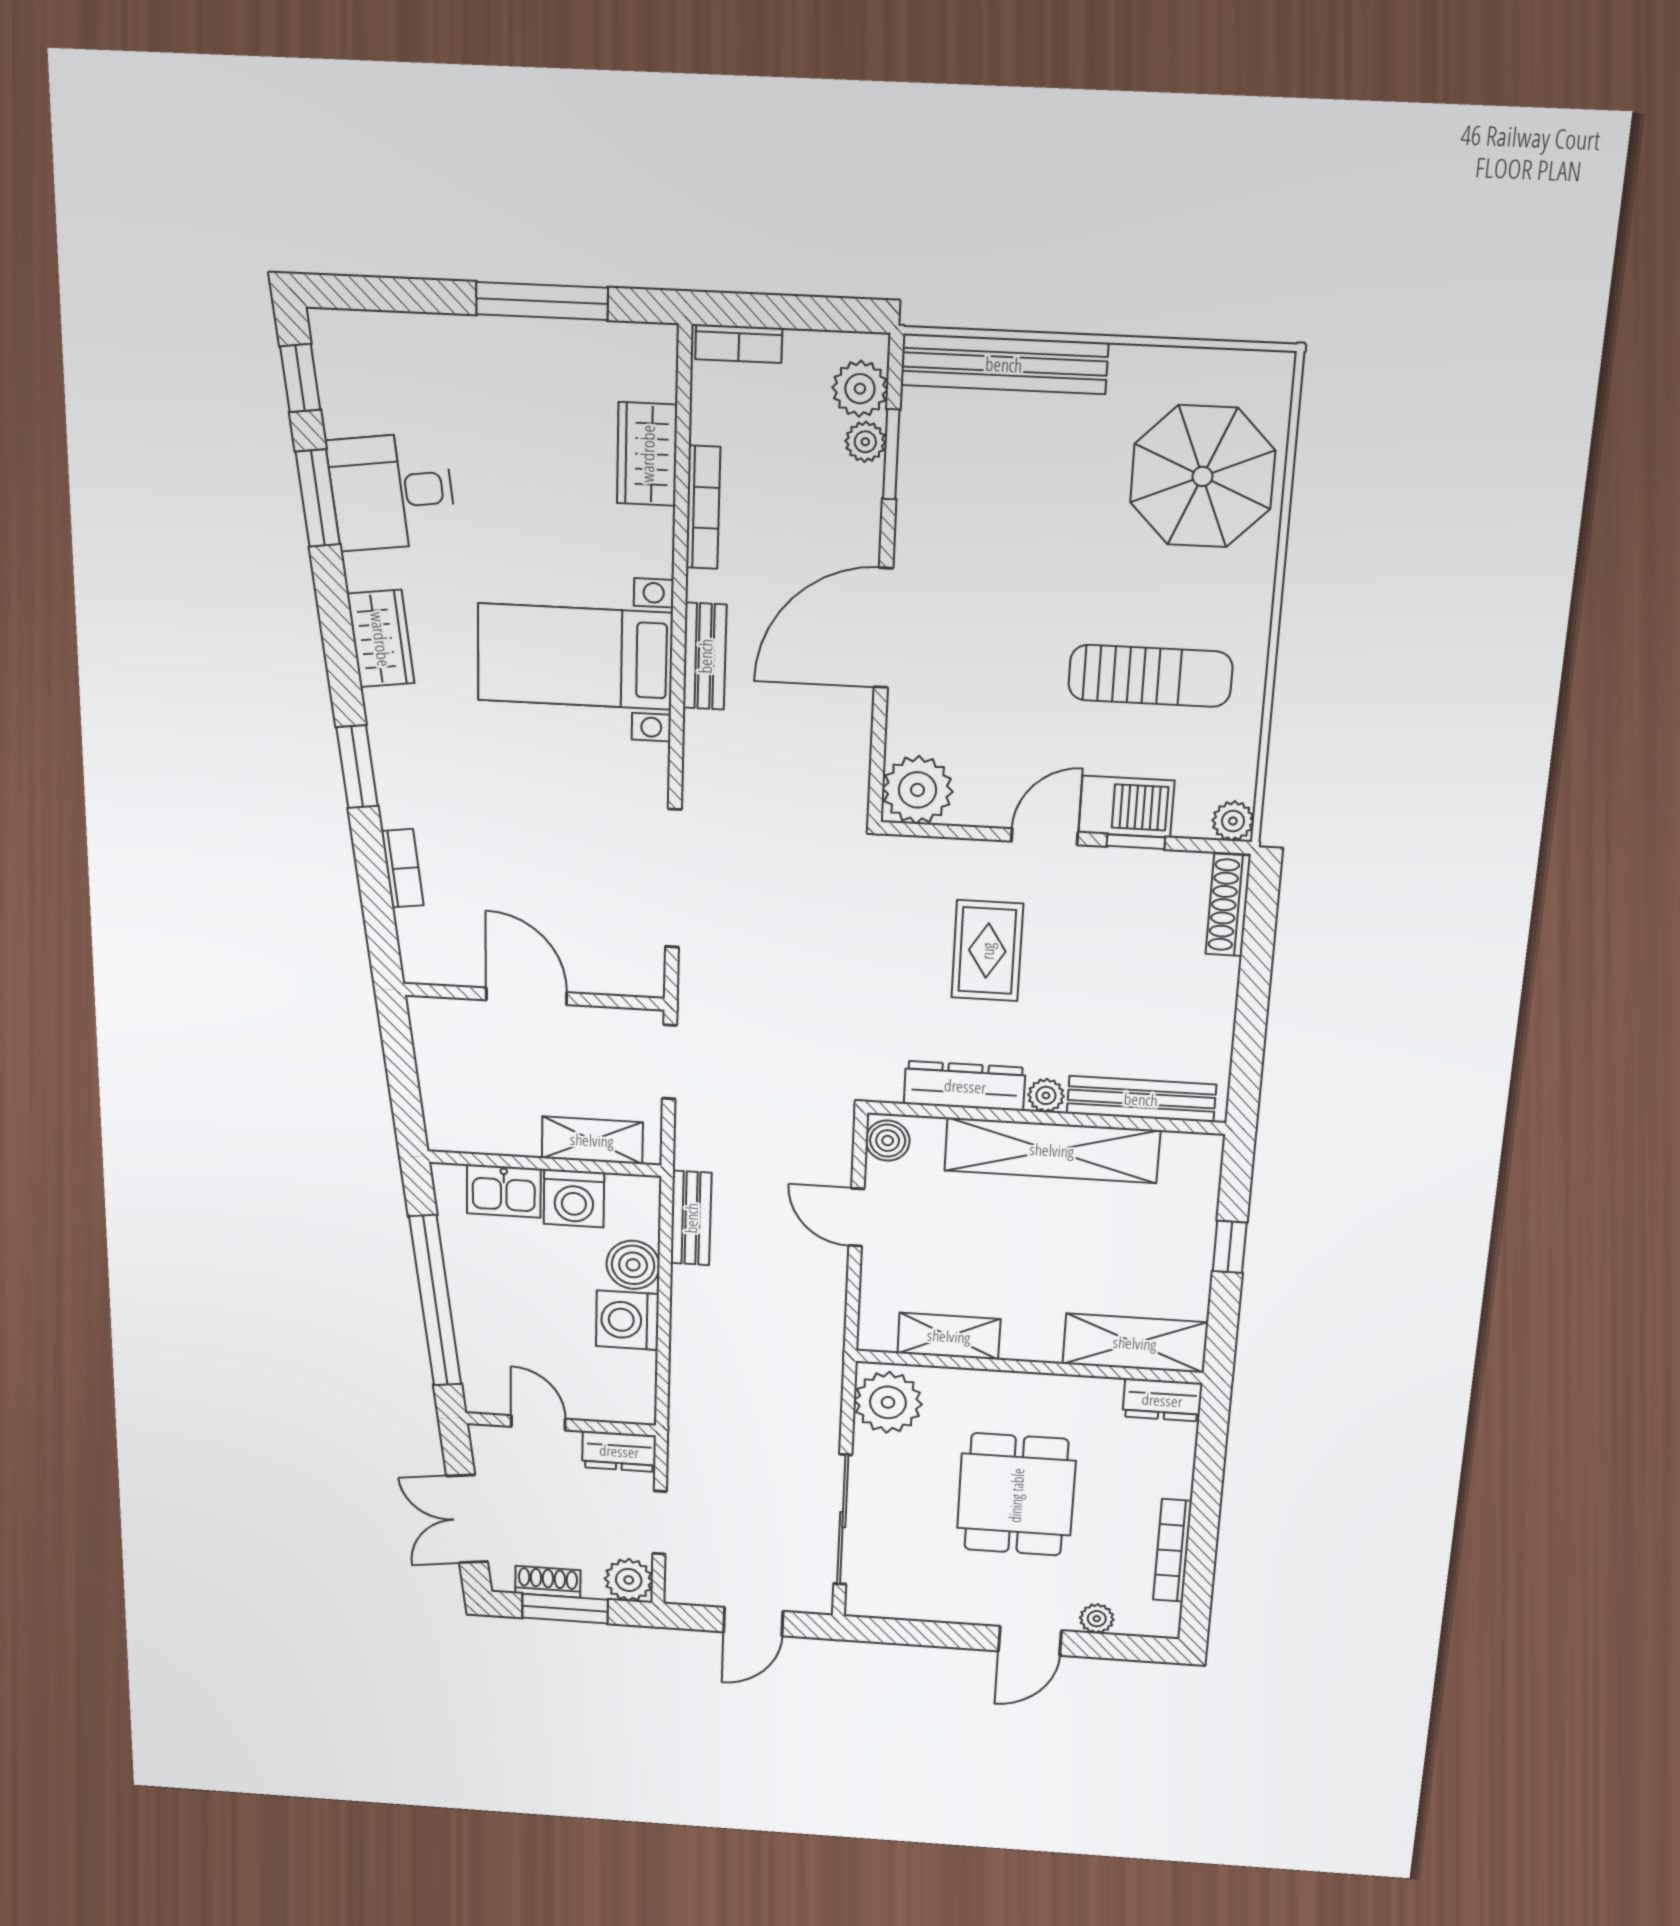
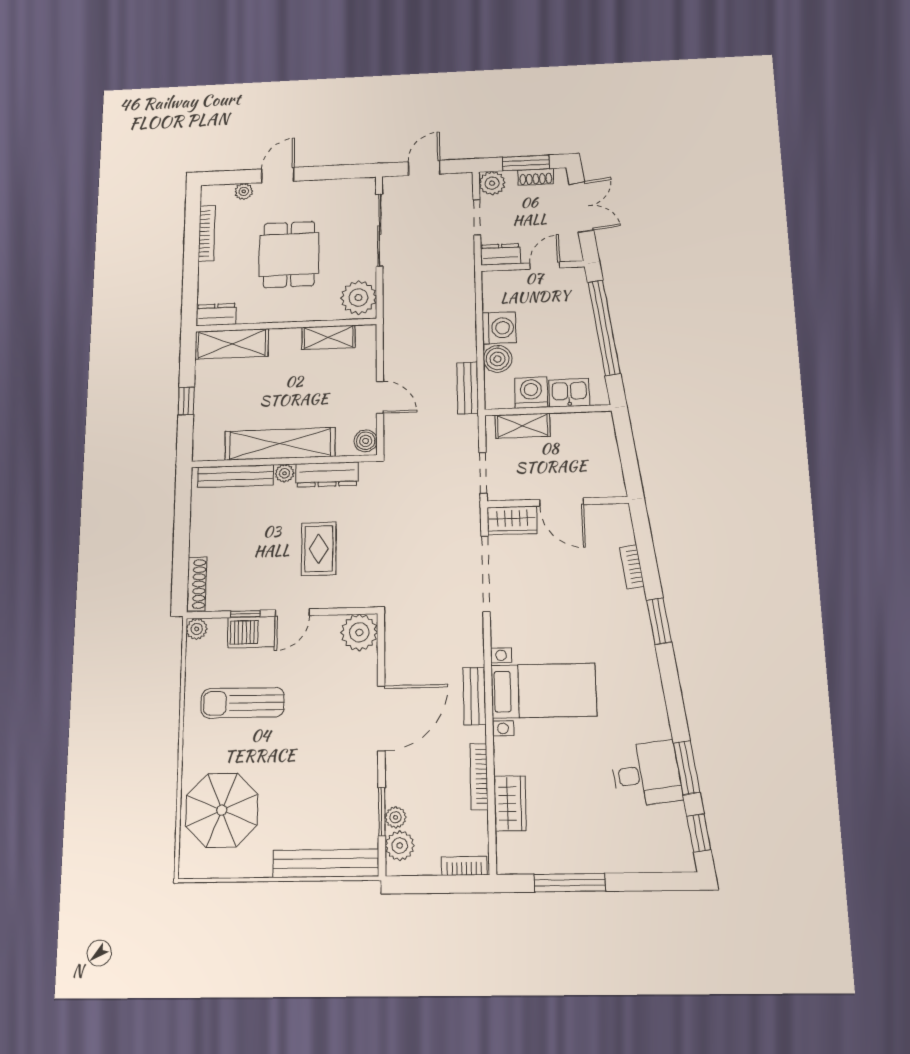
wardrobe: (381, 639) -> (512, 520), moved, turned -83
door: (538, 1423) -> (545, 265), swing flipped

